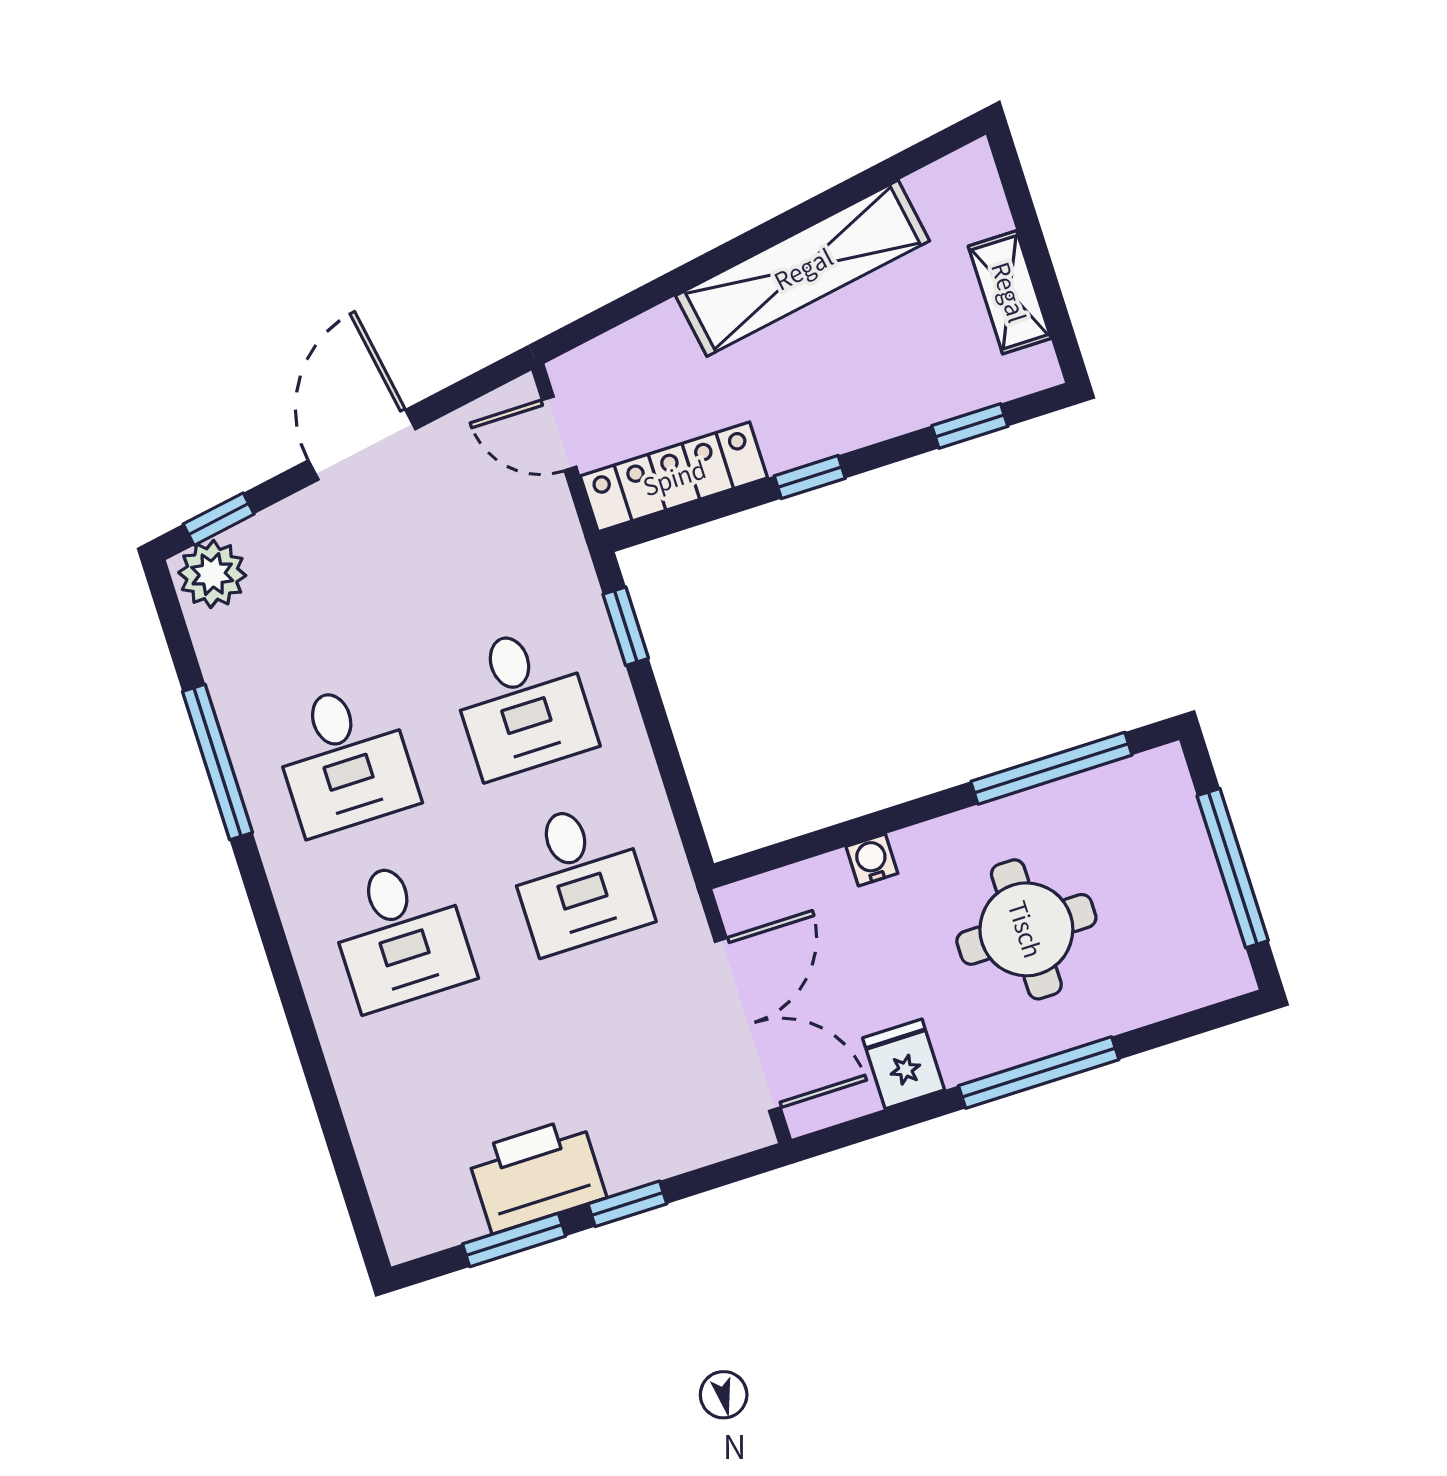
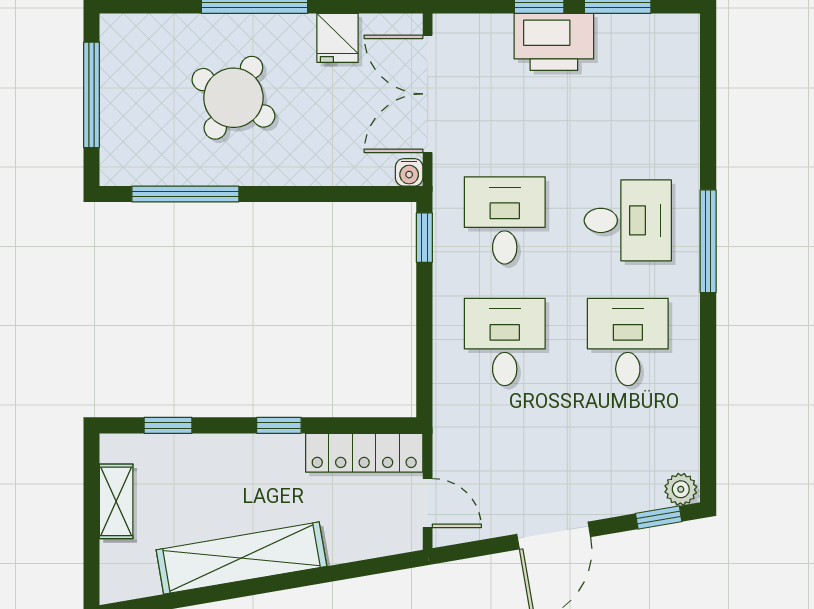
plant: (212, 574) -> (681, 489), width x0.73, depth x0.73
window: (626, 626) -> (424, 238), moved
window: (217, 762) -> (708, 241), moved
water cooler: (872, 860) -> (409, 172), moved
round table: (1026, 929) -> (233, 98), turned 31
desk: (400, 934) -> (628, 220), turned 90
printer: (536, 1175) -> (554, 42), moved

